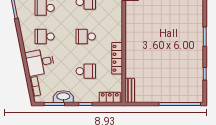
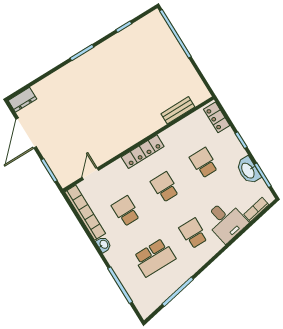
school desk: (45, 37) -> (193, 233), turned 180
school desk: (86, 37) -> (165, 187), turned 180
locker: (117, 58) -> (143, 152), moved
bench: (130, 90) -> (178, 110), moved

